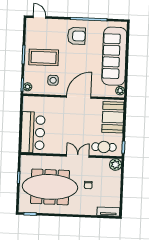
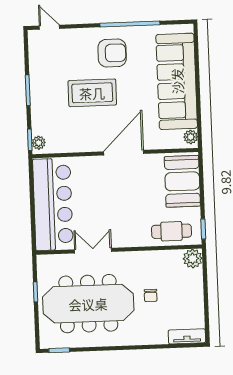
coffee table: (44, 57) -> (92, 93), moved
side table: (53, 80) -> (80, 129), removed
bar counter: (33, 132) -> (53, 204), width x1.36
double door: (78, 156) -> (93, 251), moved

